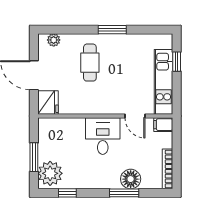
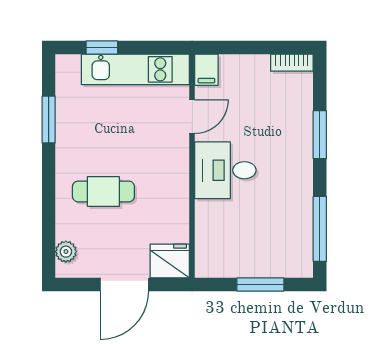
window: (112, 30) -> (49, 120), moved
bookcase: (168, 169) -> (292, 63), width x0.64
plant: (50, 173) -> (287, 258), removed
floor lamp: (131, 179) -> (297, 124), removed
window: (67, 193) -> (320, 229), width x2.17

